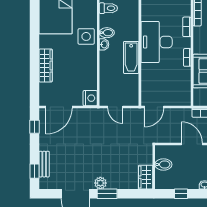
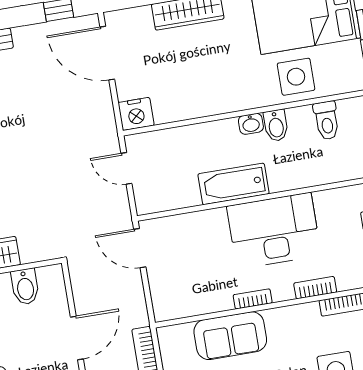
side table: (86, 36) -> (296, 77), moved
door: (115, 107) -> (126, 168), hinge flipped

